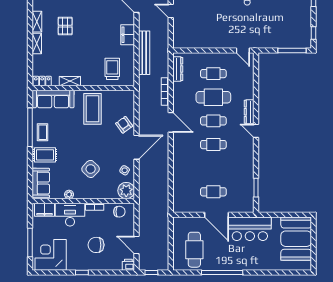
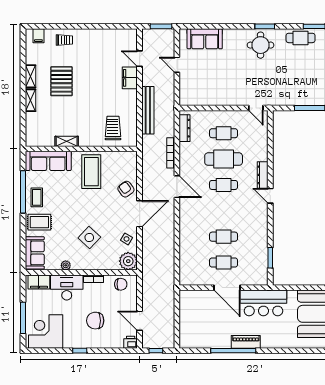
pallet: (65, 26) -> (61, 81), width x1.50, depth x1.42
filing cabinet: (128, 35) -> (130, 78), moved
locker: (42, 81) -> (36, 141), removed
cafe table: (213, 145) -> (224, 237), moved
cafe table: (194, 250) -> (203, 326), removed
piano: (234, 264) -> (246, 342), added

